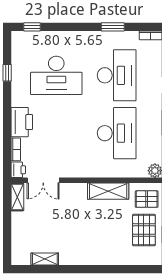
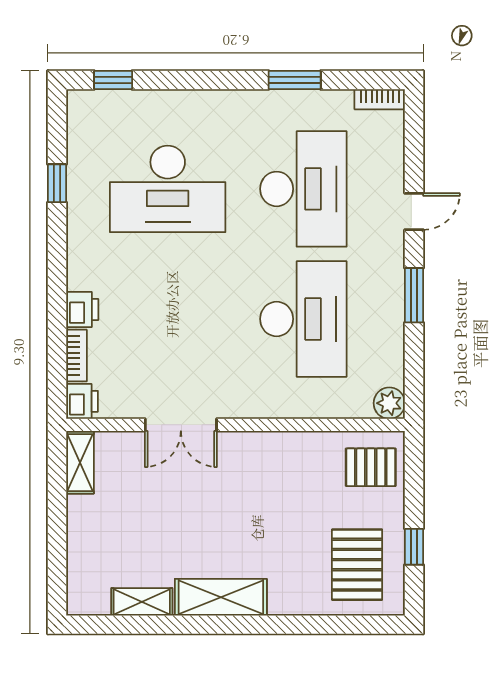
printer: (22, 122) -> (82, 310), width x0.53, depth x0.68
double door: (43, 180) -> (181, 425), moved
shelving: (108, 191) -> (221, 597), moved
pallet: (144, 230) -> (357, 565), moved

